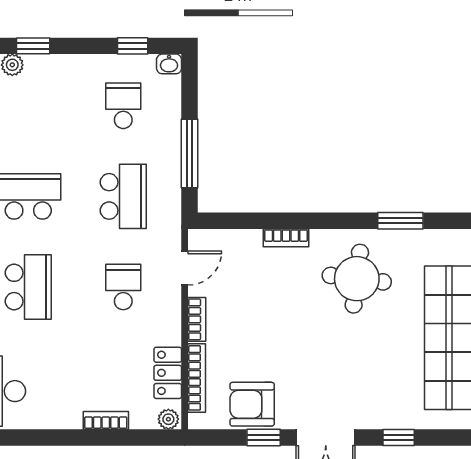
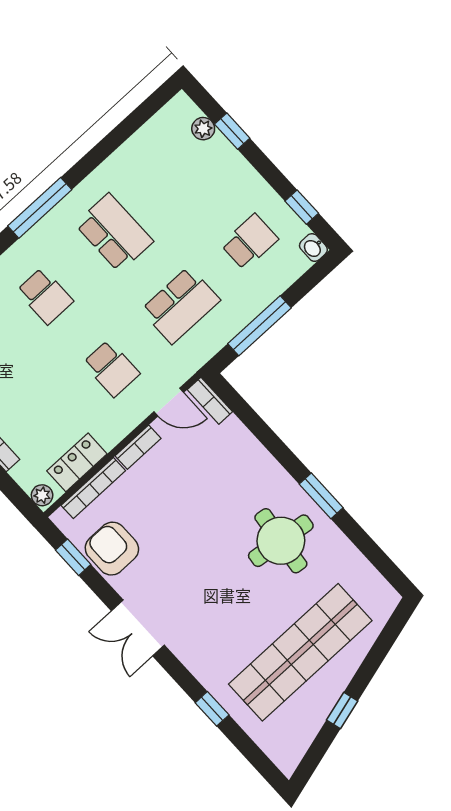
window: (400, 221) -> (321, 496), moved
bookcase: (286, 238) -> (210, 401), moved
school desk: (28, 287) -> (45, 296), width x0.54
school desk: (123, 287) -> (111, 368), turned 90
window: (264, 438) -> (73, 557), moved
window: (399, 438) -> (212, 709), moved

